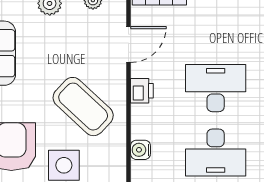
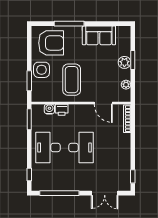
printer: (142, 91) -> (62, 110), moved
coffee table: (83, 107) -> (72, 80), turned -43

